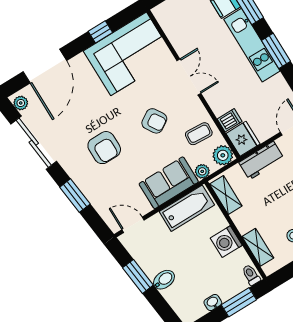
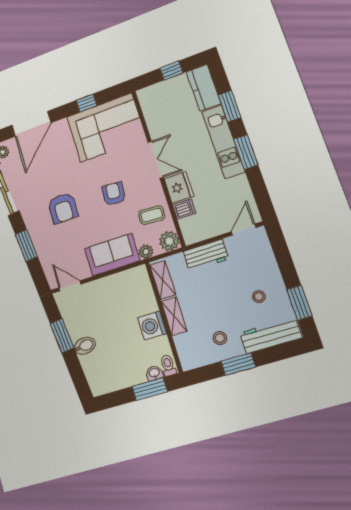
armchair: (154, 121) -> (114, 194), turned -144
fridge: (243, 139) -> (179, 187), moved
bathtub: (187, 208) -> (123, 283), removed
shelving: (258, 247) -> (174, 316), moved
washbasin: (213, 302) -> (154, 373), moved

